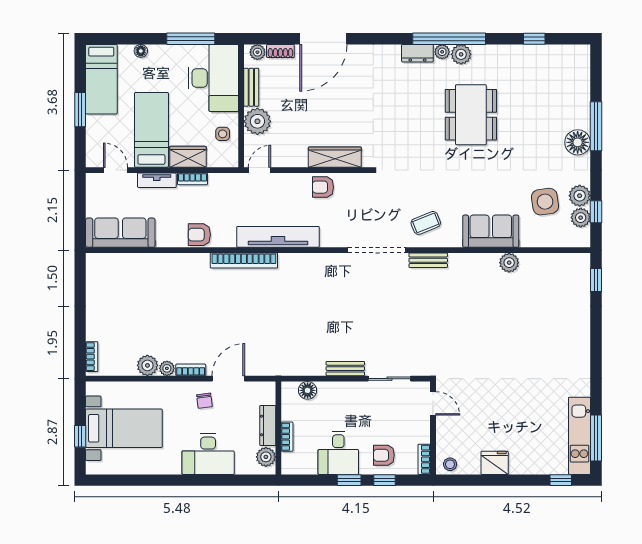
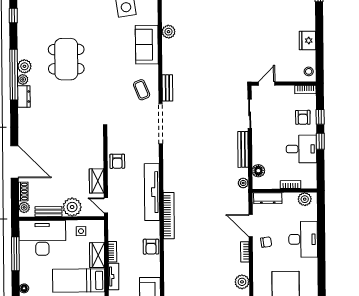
dining table: (471, 115) -> (66, 59), turned 90
wardrobe: (335, 157) -> (97, 181), moved, width x0.67
plant: (167, 368) -> (243, 183), moved
bench: (345, 369) -> (243, 149), width x1.36
dresser: (268, 425) -> (268, 198), moved

